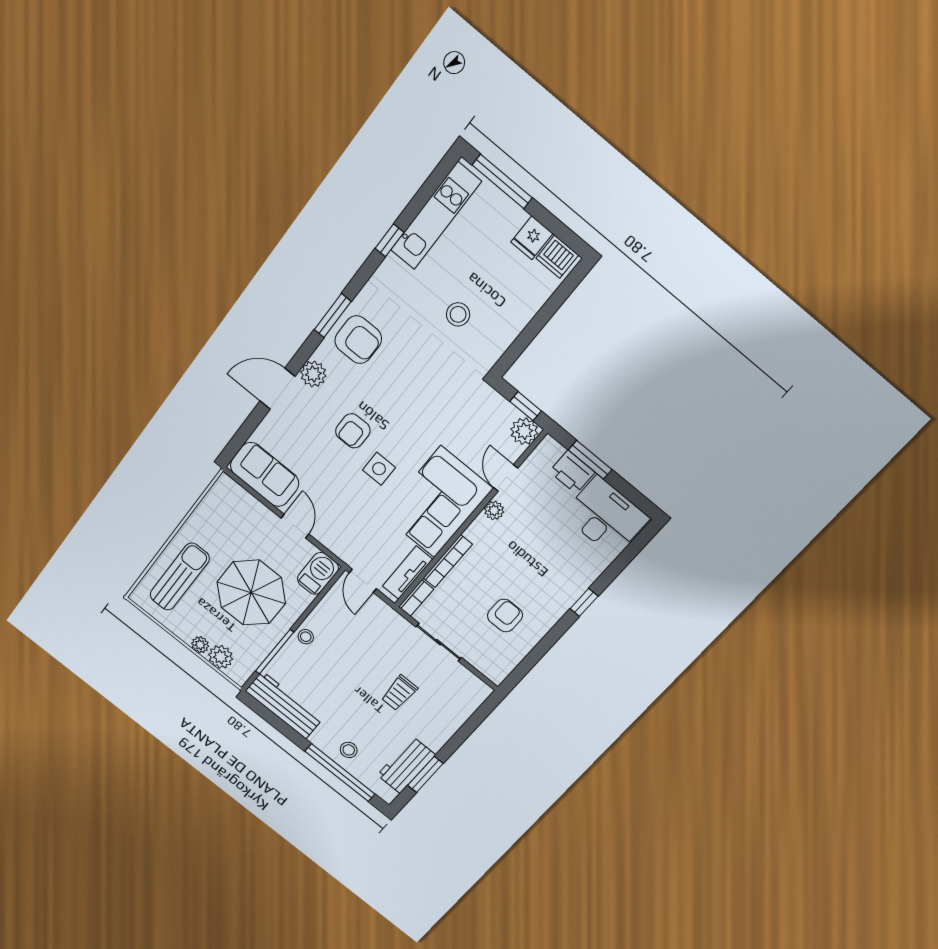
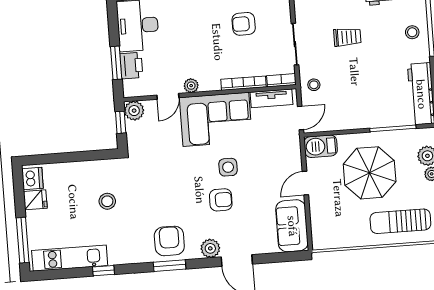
stool: (306, 637) -> (314, 85), moved

